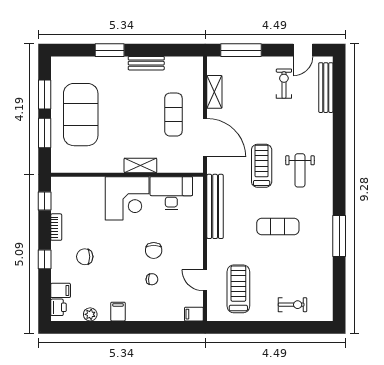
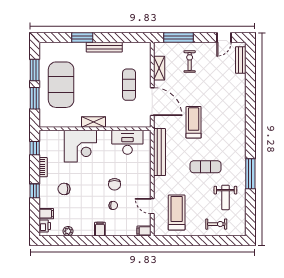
bench: (146, 63) -> (104, 47), width x1.36
exercise bike: (284, 84) -> (190, 61), moved
bench: (326, 88) -> (241, 60), width x0.73
shelving: (140, 165) -> (94, 122), moved
weight bench: (300, 170) -> (225, 197), moved
corner desk: (127, 198) -> (80, 146), moved
filing cabinet: (118, 312) -> (100, 229), moved

